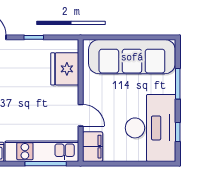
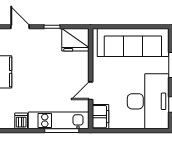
fridge: (65, 69) -> (75, 40), moved, turned -90
door: (81, 115) -> (91, 91), swing flipped

